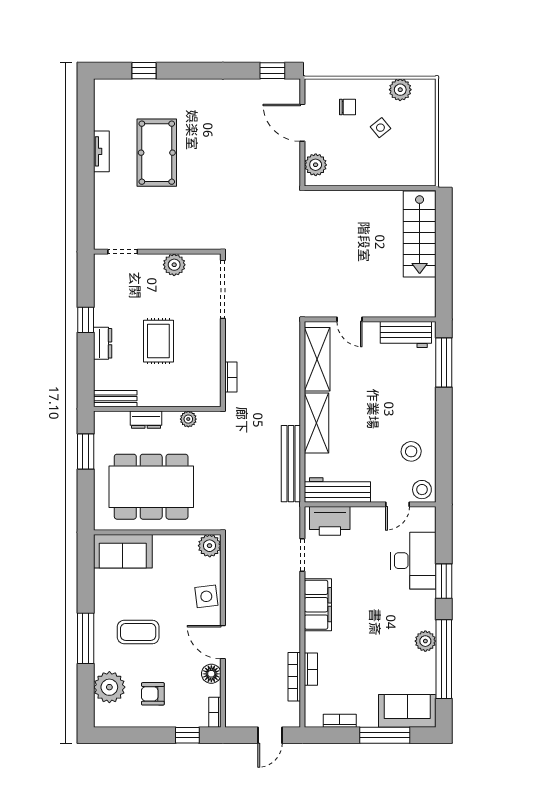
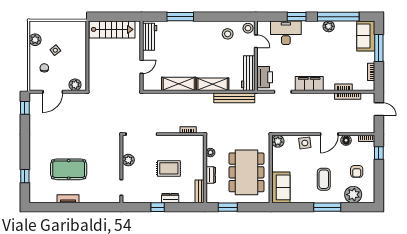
door: (349, 319) -> (141, 67), moved
wall: (370, 319) -> (141, 56), moved
workbench: (406, 335) -> (150, 37), moved

